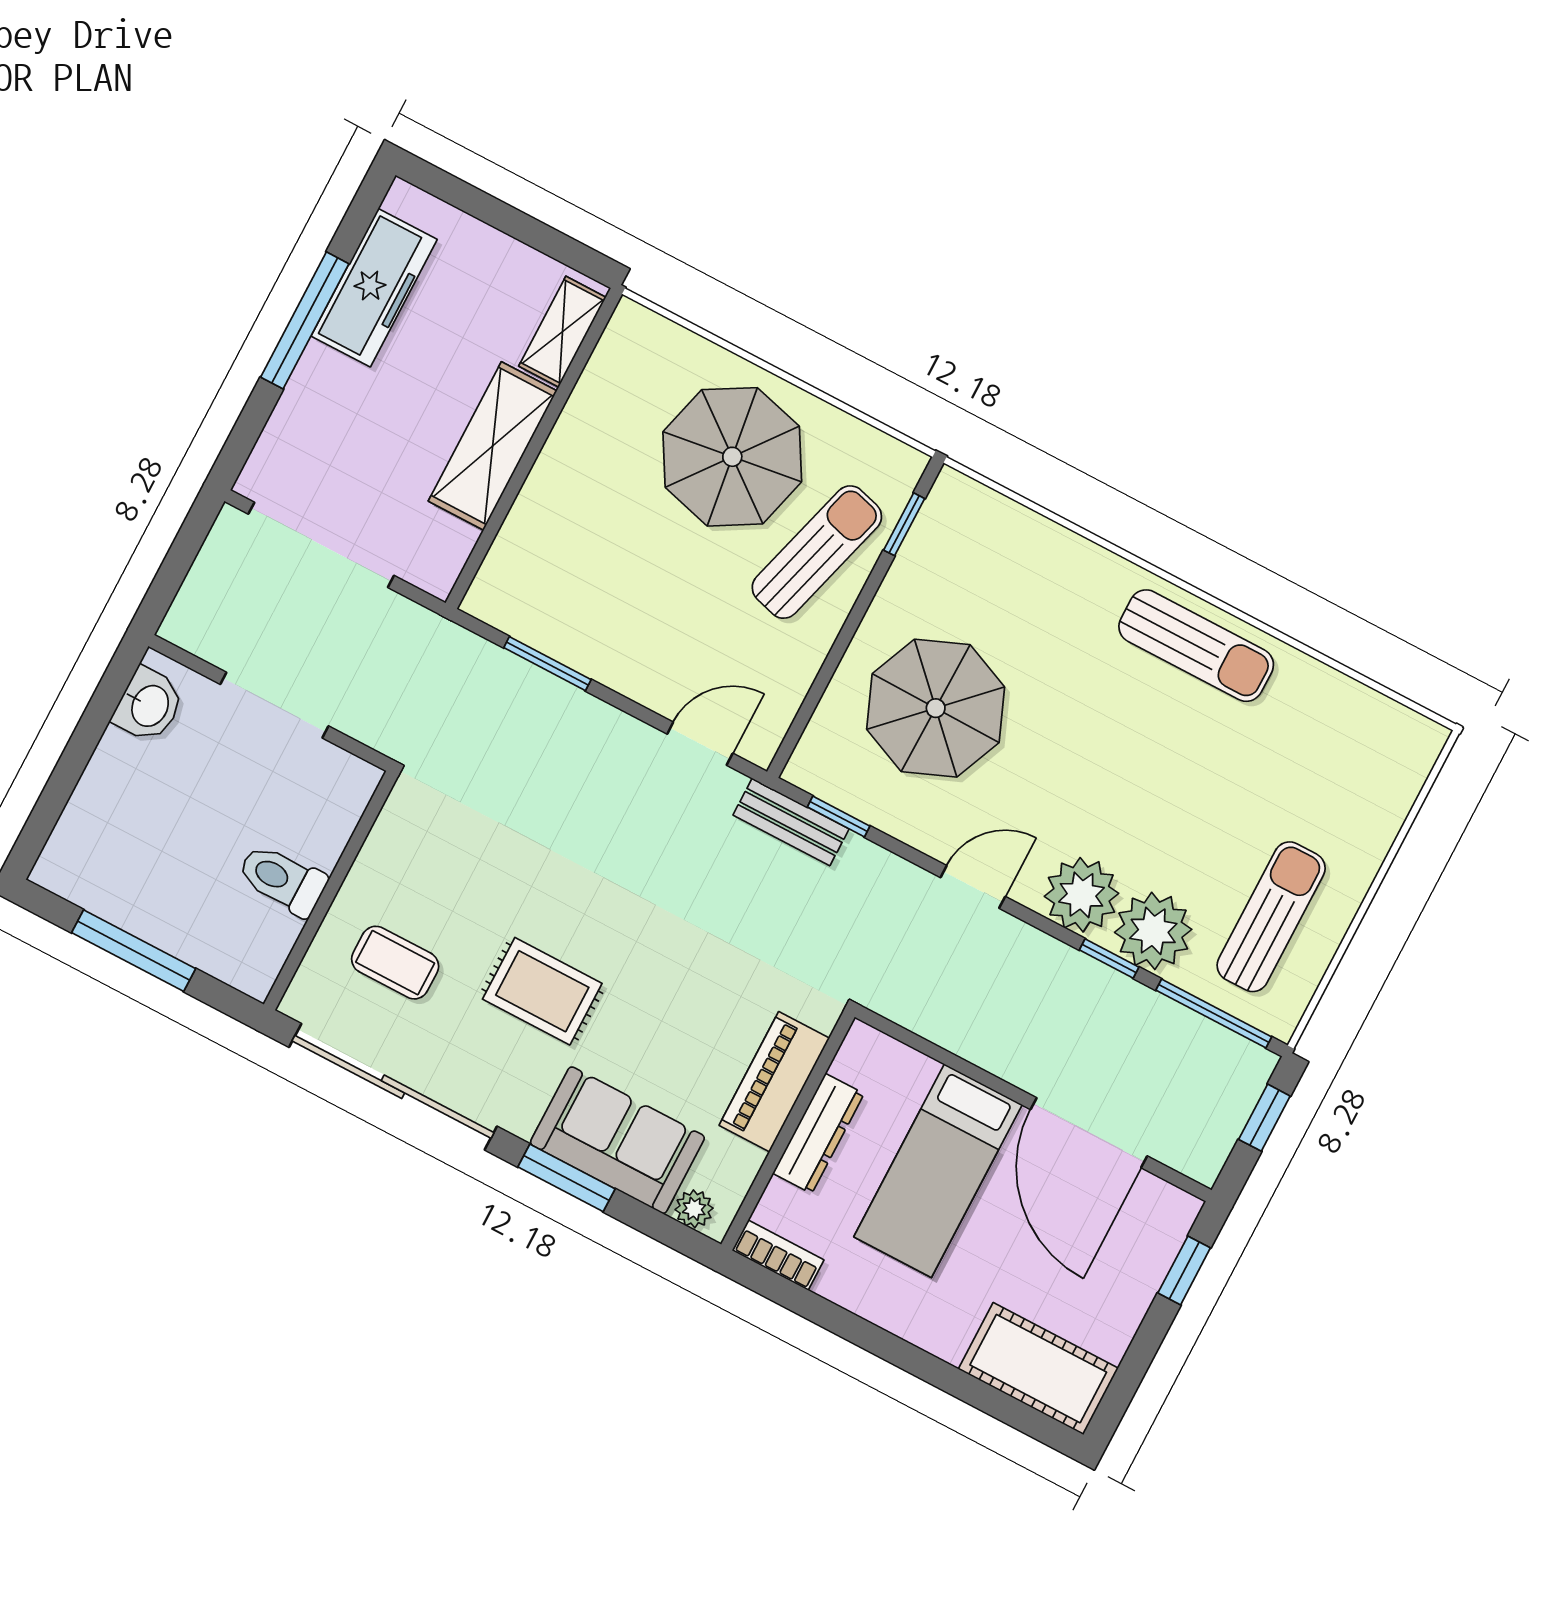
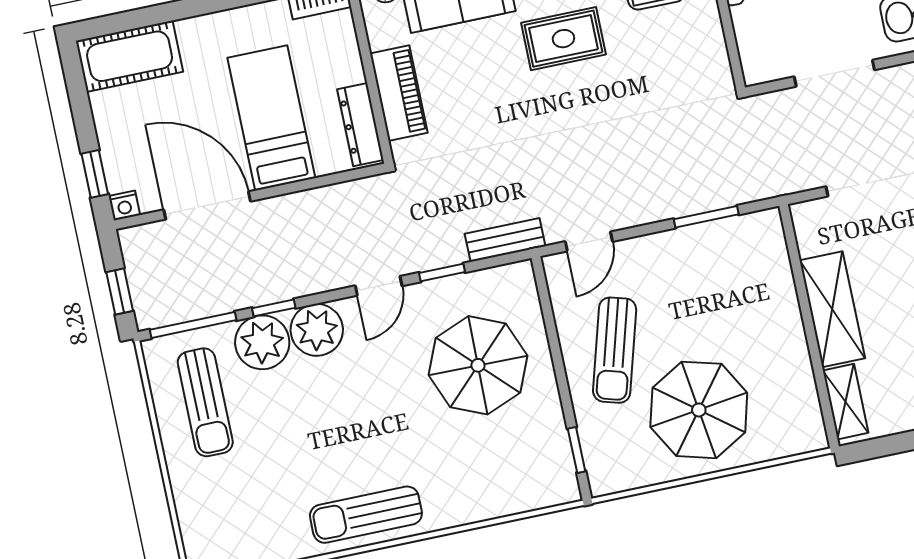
sun lounger: (817, 552) -> (615, 350), moved
window: (839, 816) -> (442, 272), moved
dresser: (818, 1133) -> (360, 125), moved
nightstand: (1181, 1208) -> (124, 206), added

